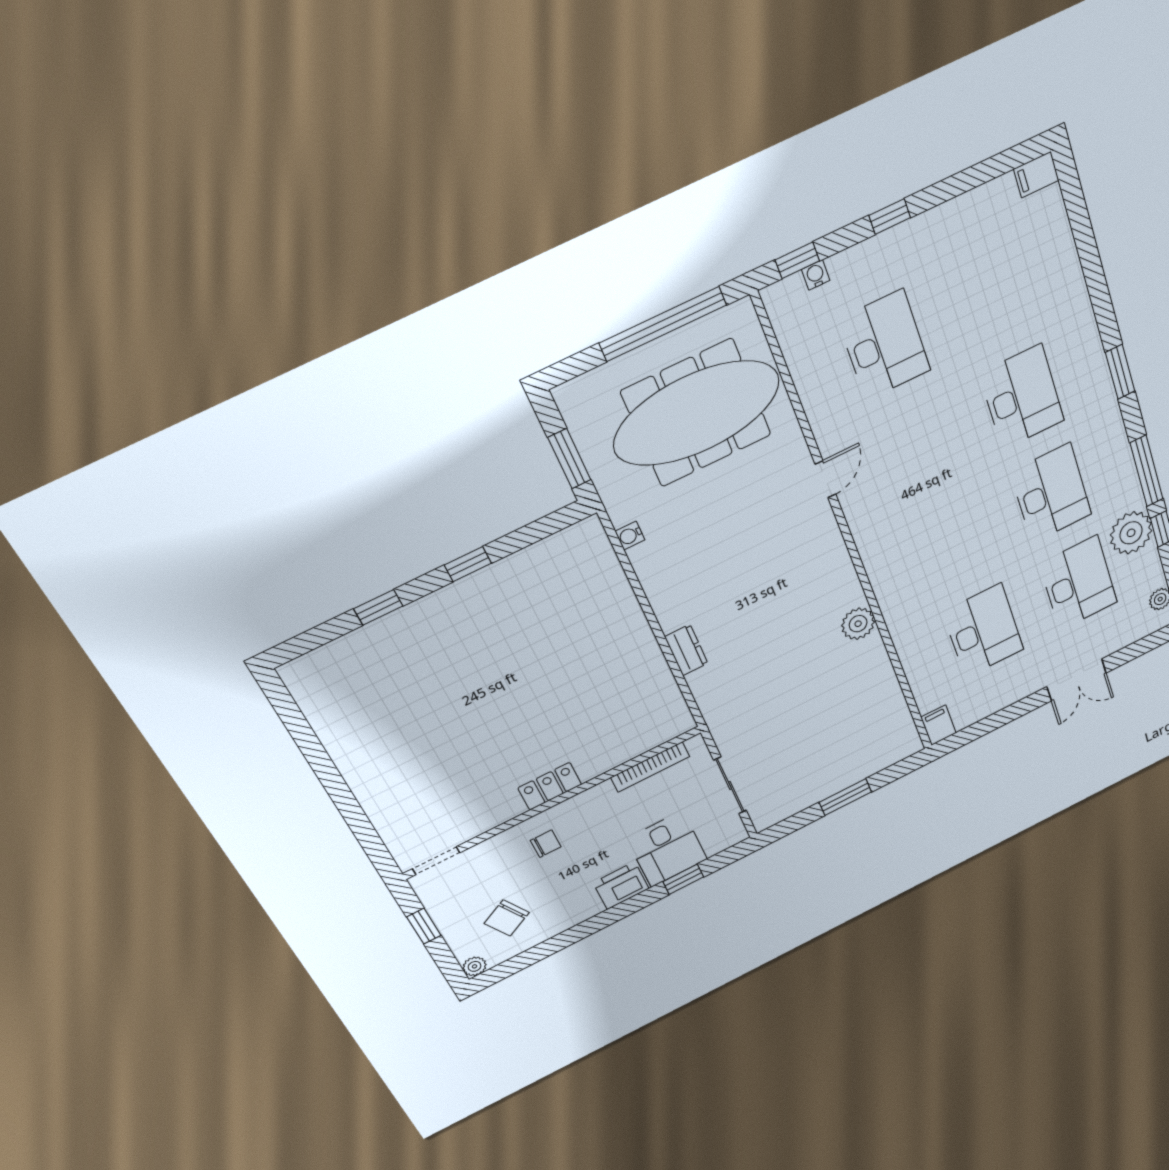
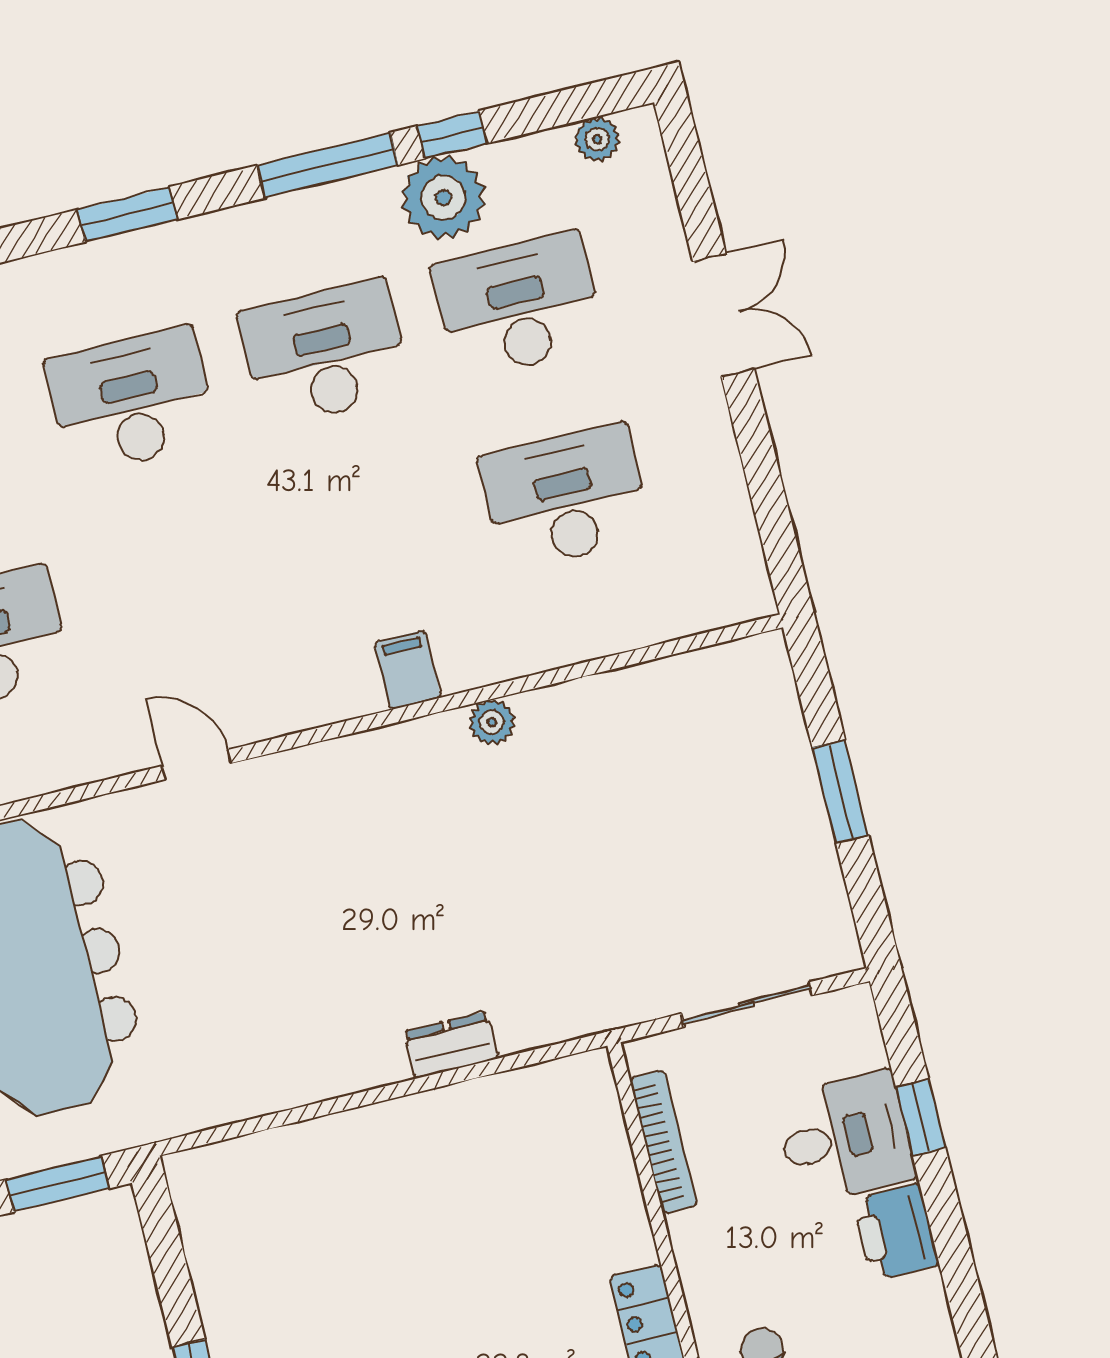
water cooler: (630, 536) -> (214, 1108), removed
plant: (858, 624) -> (492, 722), width x0.73, depth x0.73
filing cabinet: (938, 725) -> (407, 670), moved, turned 90

